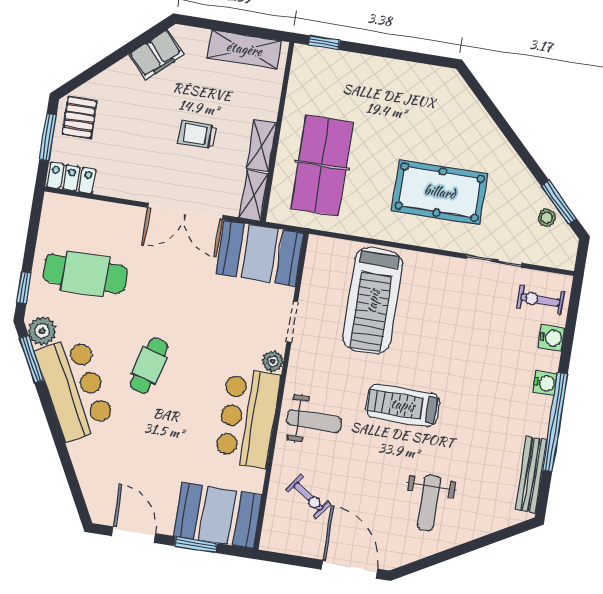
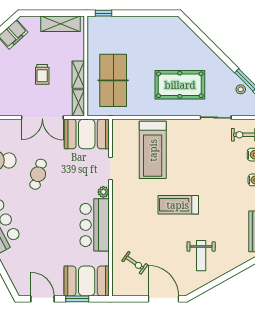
trolley: (197, 134) -> (42, 74), turned -90
cafe table: (149, 366) -> (38, 174), moved
weight bench: (314, 421) -> (131, 221), removed

